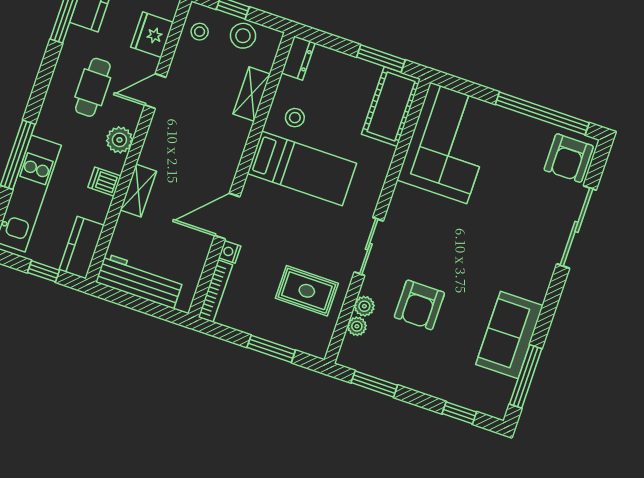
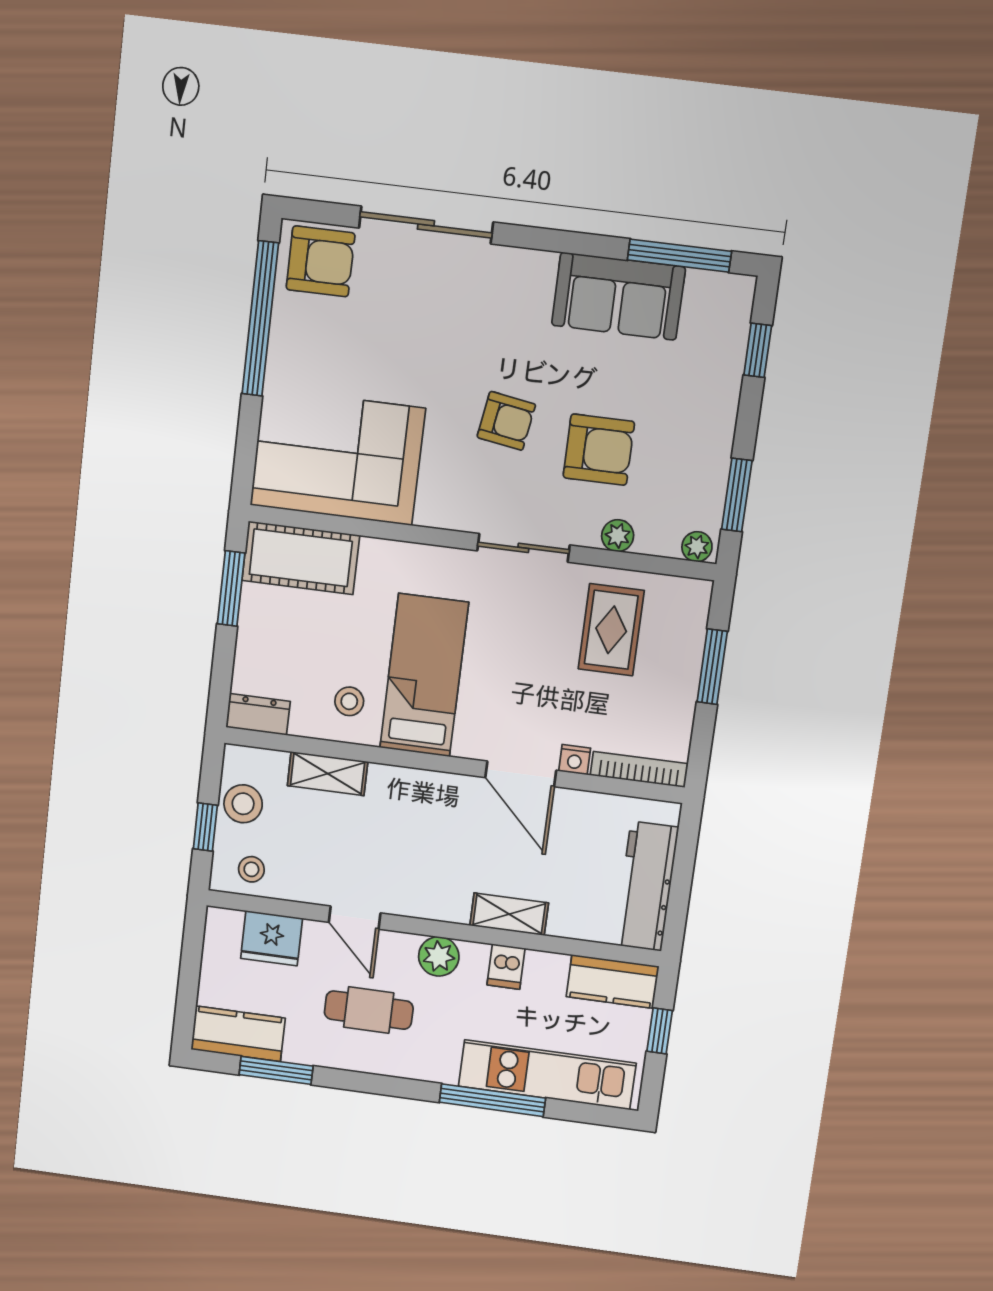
armchair: (449, 252) -> (506, 421), added
plant: (357, 326) -> (697, 547), moved

